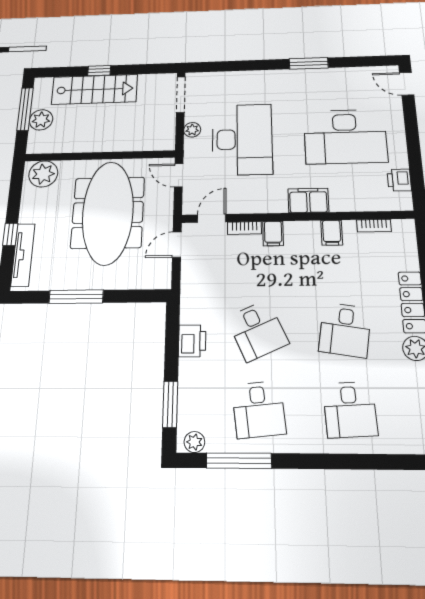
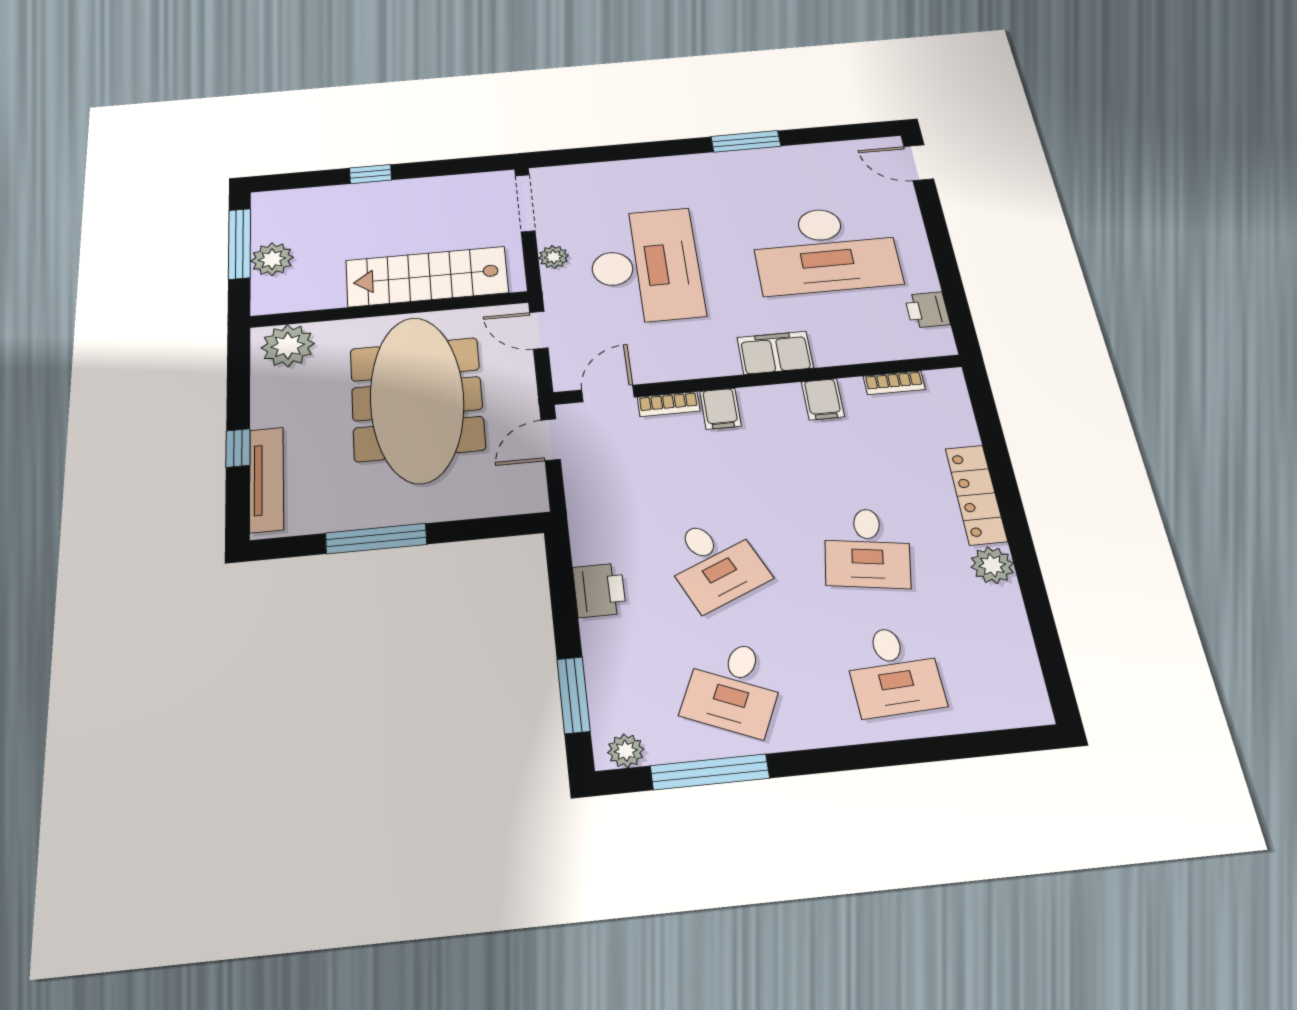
stairs: (94, 89) -> (427, 277), moved, turned 180
desk: (259, 409) -> (734, 687), turned 30

